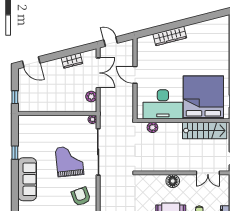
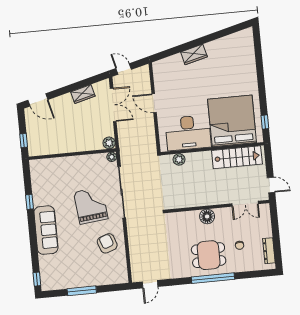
wardrobe: (170, 36) -> (194, 54), width x0.67
plant: (91, 96) -> (109, 143), moved

